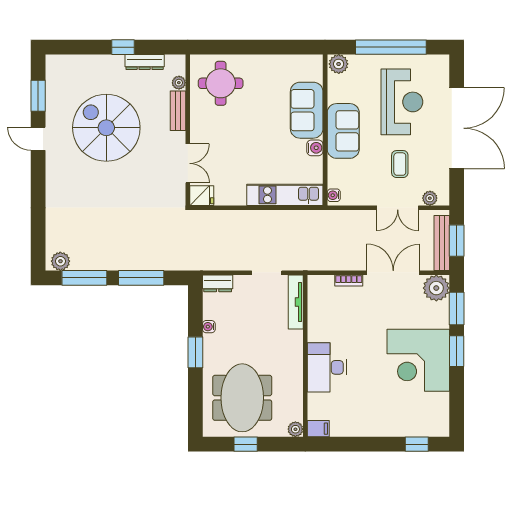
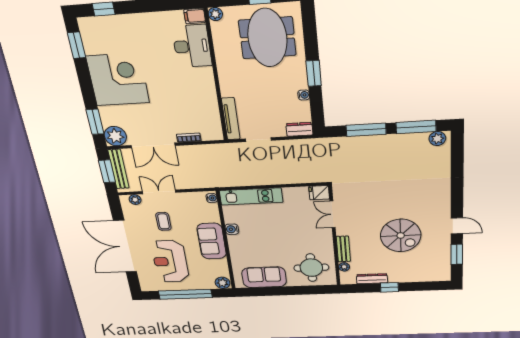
sofa: (307, 110) -> (264, 277), moved, turned -90
spiral stairs: (106, 128) -> (401, 235), width x0.73, depth x0.73
window: (457, 351) -> (77, 45), moved
desk: (327, 367) -> (192, 46), moved

